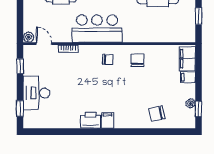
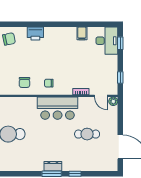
desk: (36, 93) -> (107, 41), moved
printer: (91, 120) -> (35, 34), moved
filing cabinet: (107, 120) -> (82, 33), moved

